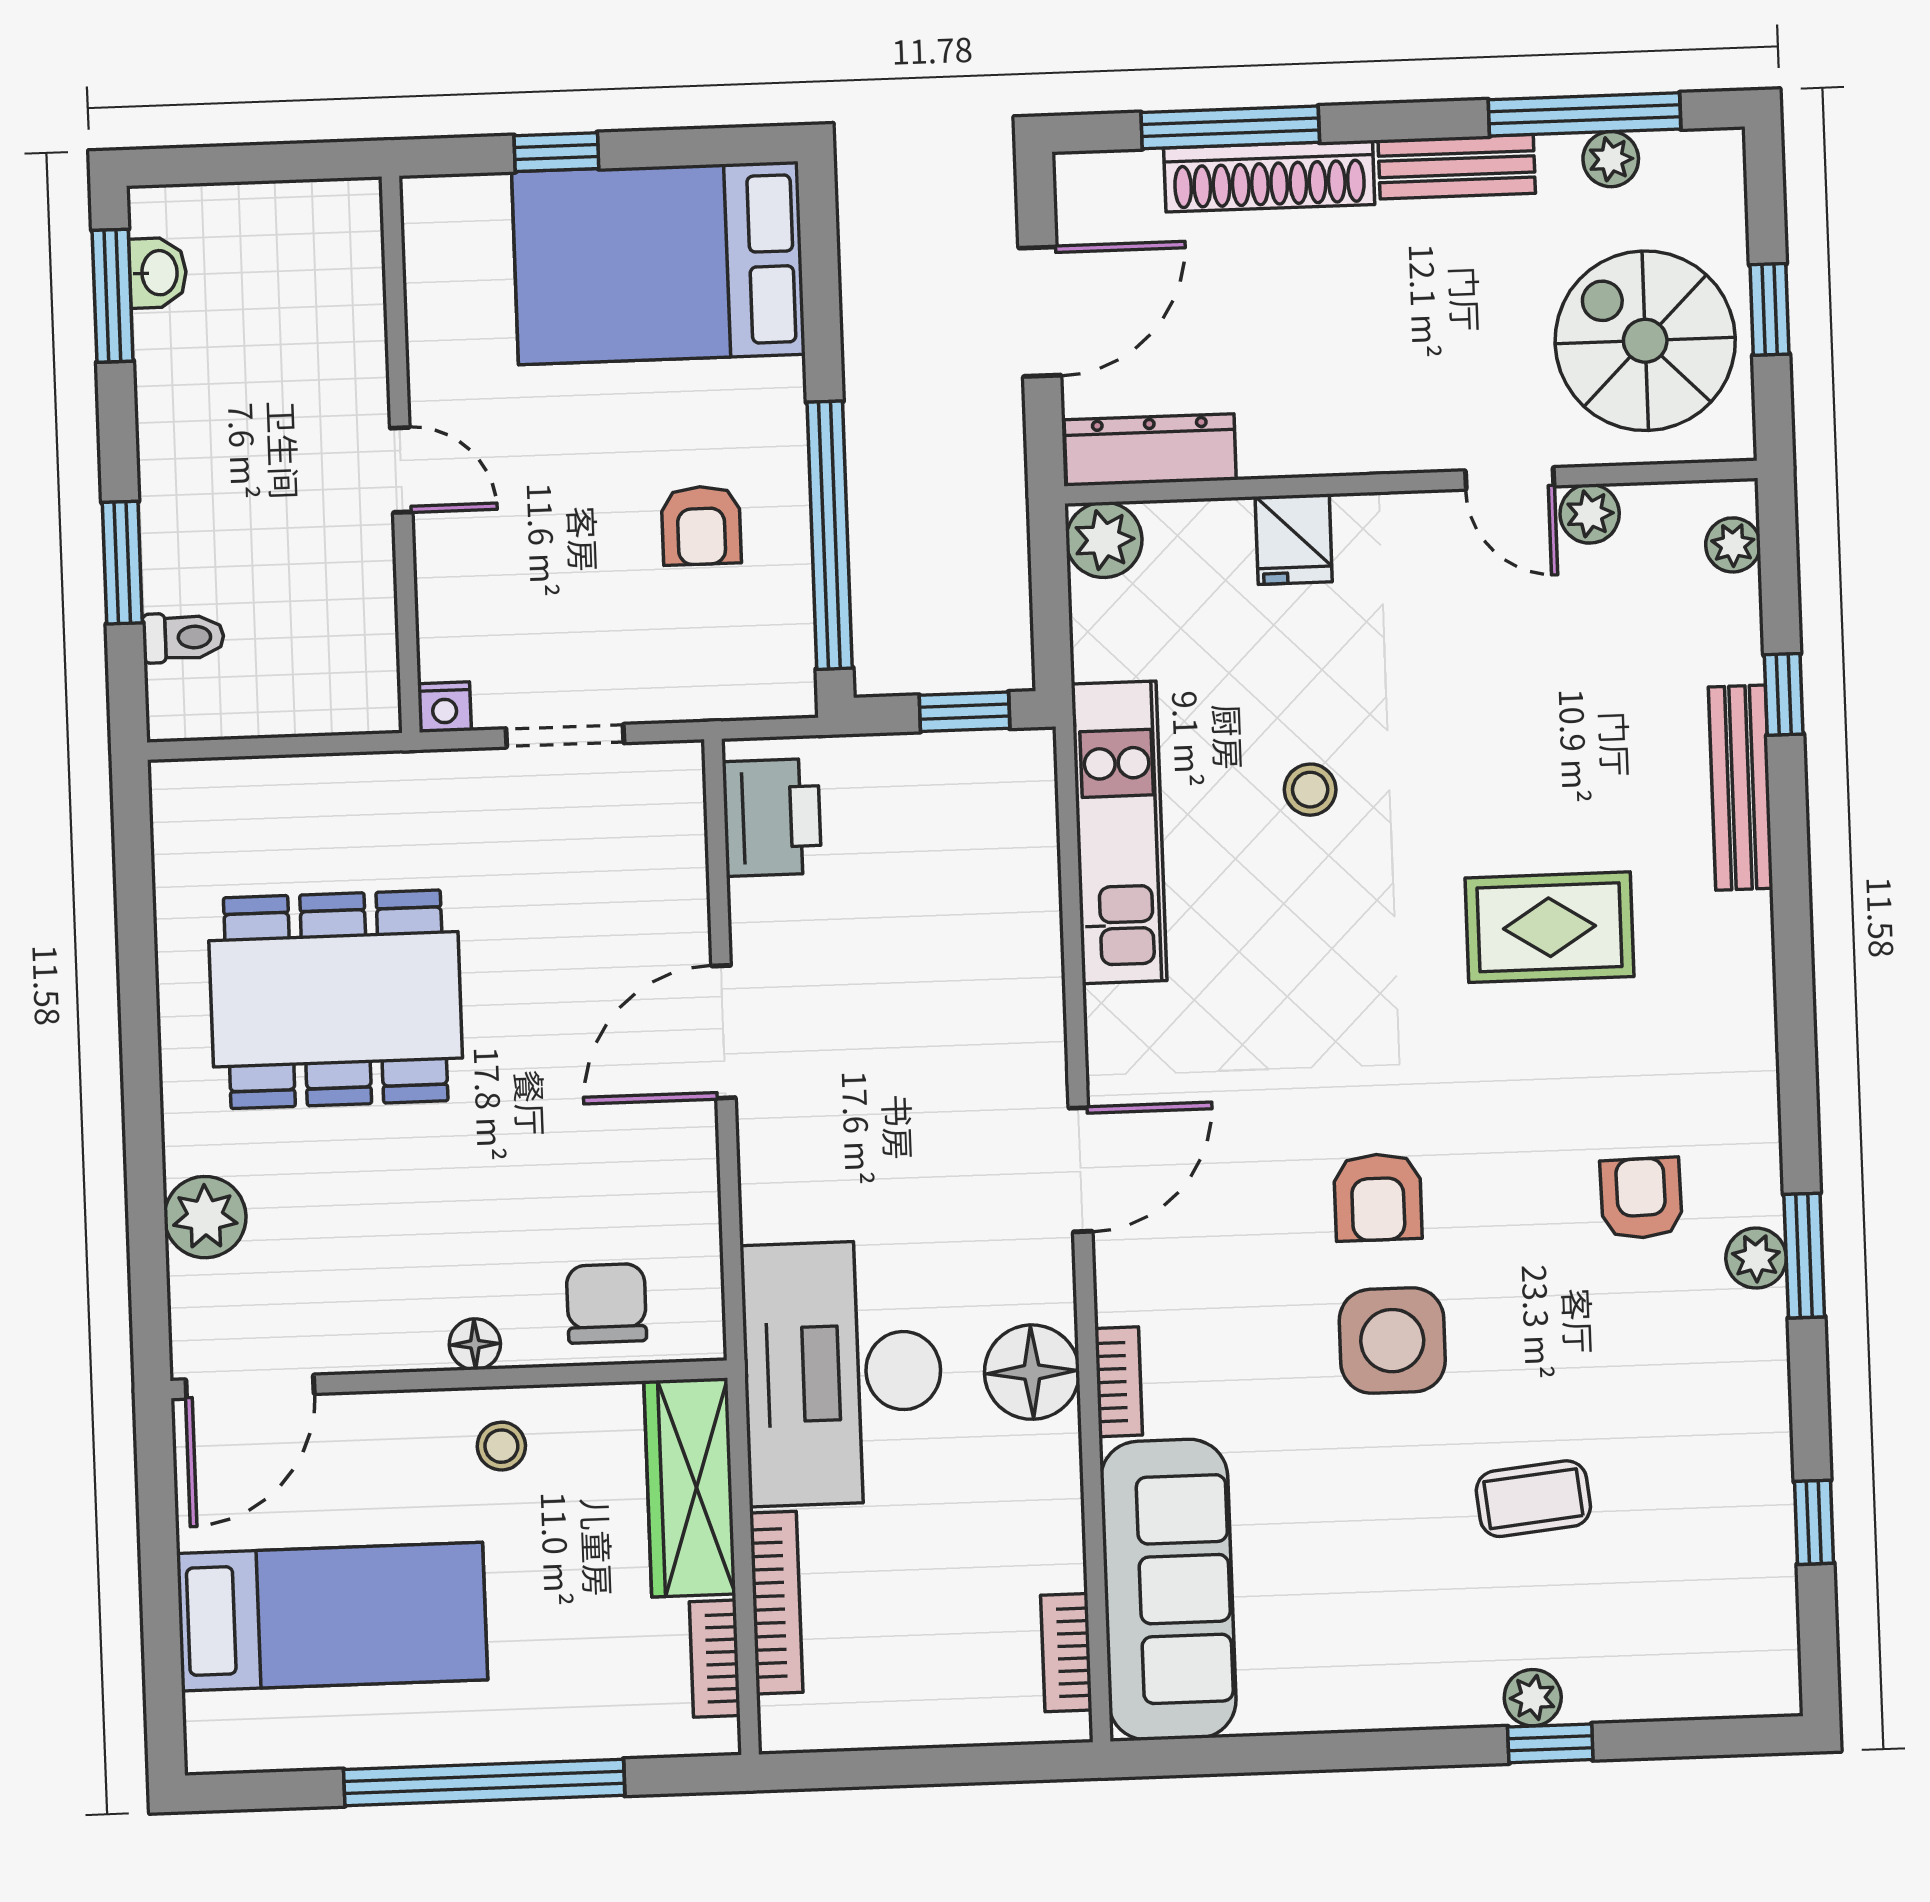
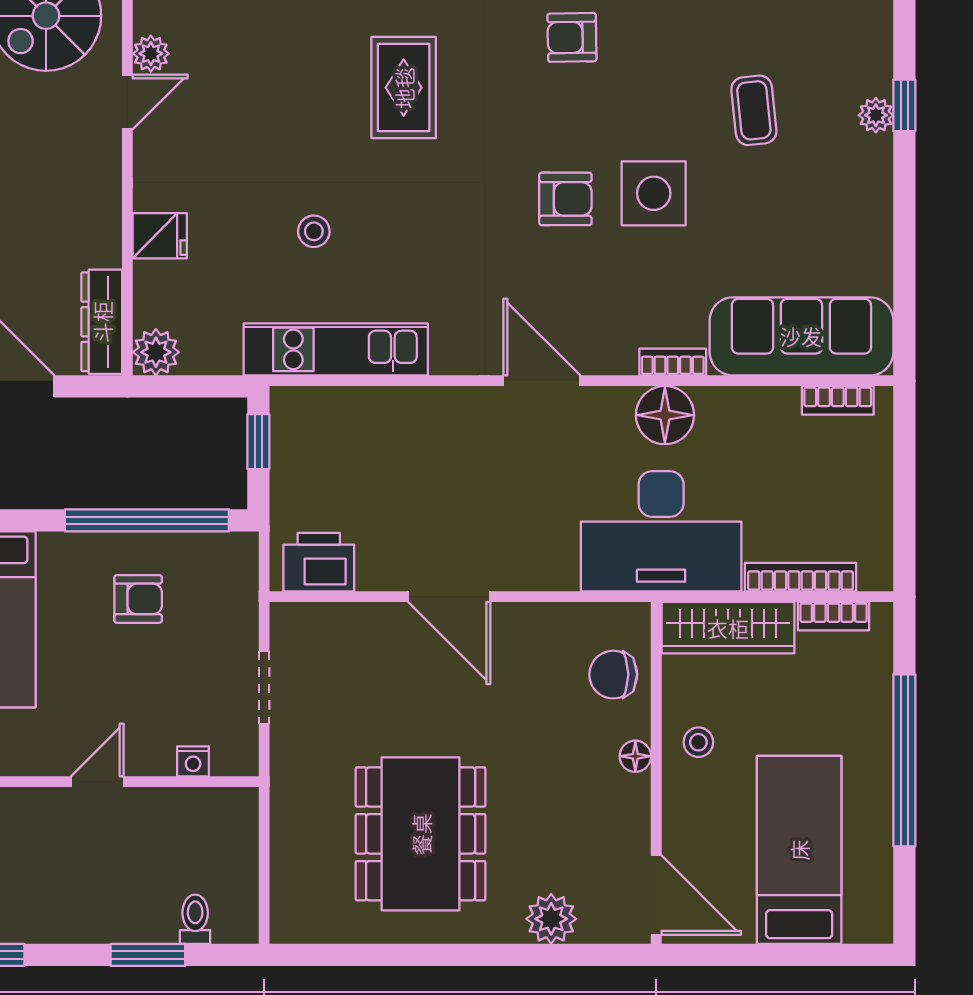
nightstand: (444, 707) -> (193, 761), moved, turned 90

